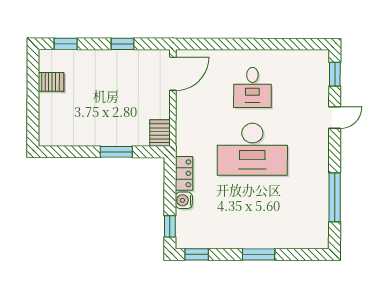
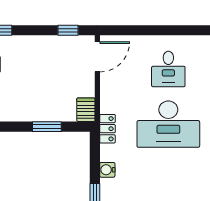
window: (123, 44) -> (68, 30), moved
locker: (184, 173) -> (107, 129), moved

